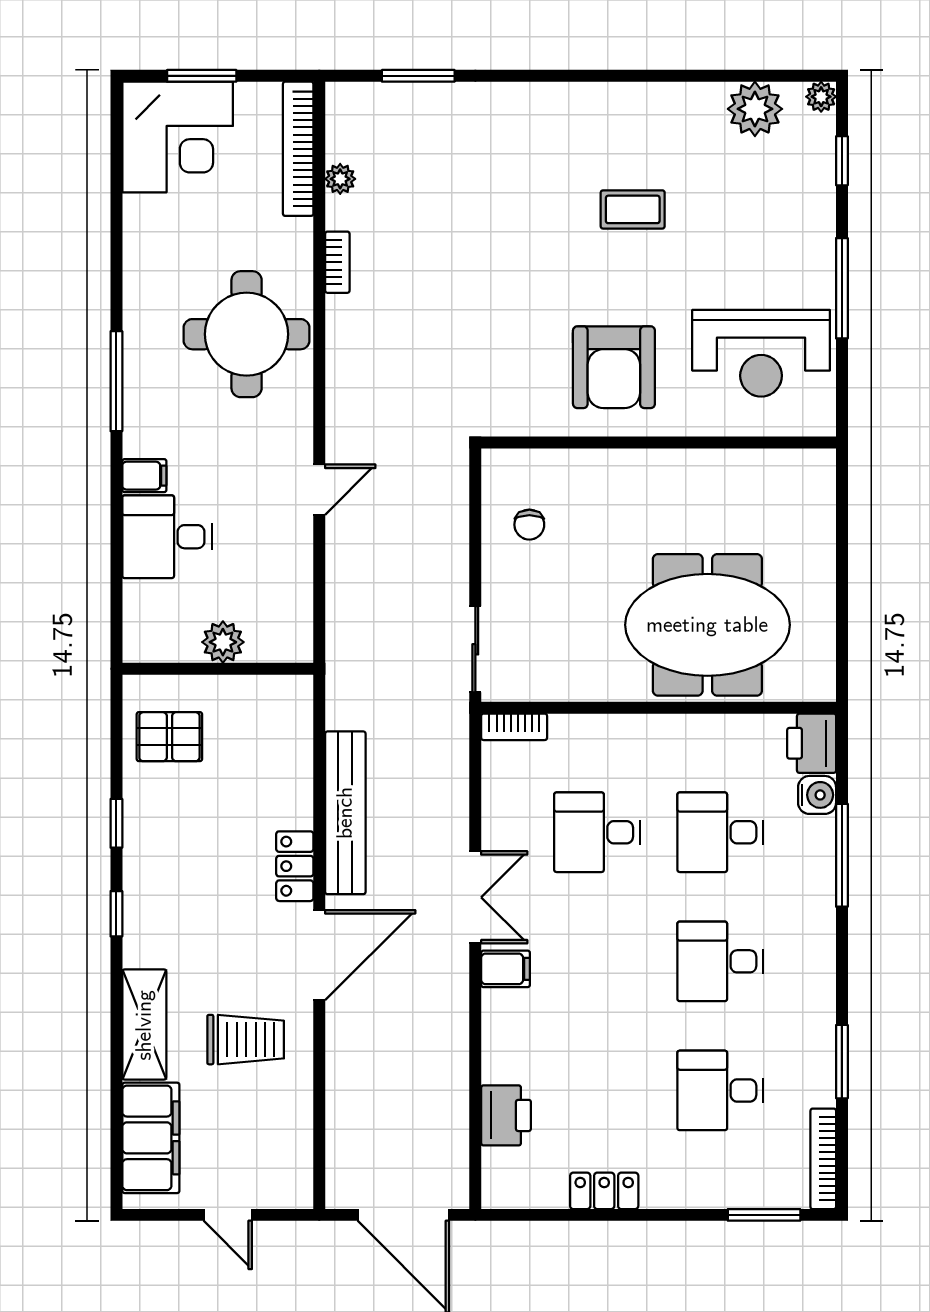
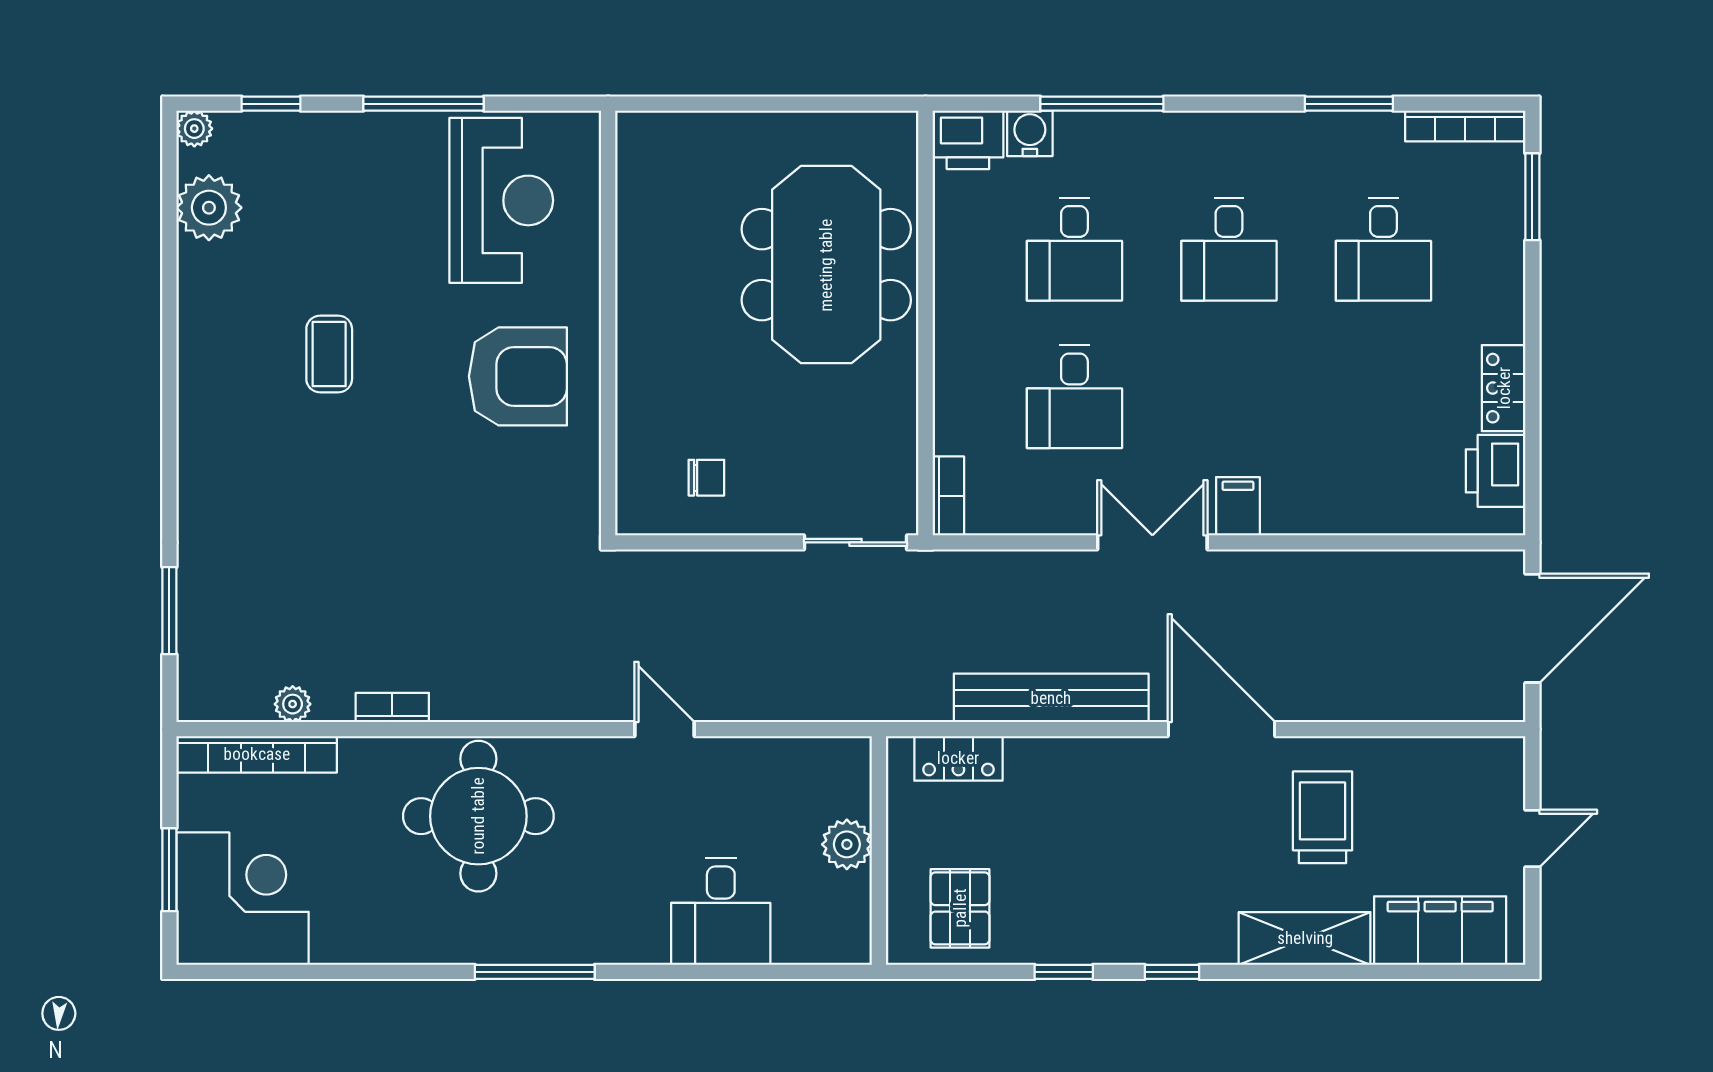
filing cabinet: (144, 476) -> (648, 938), removed
locker: (295, 866) -> (958, 758), moved
printer: (506, 1115) -> (1496, 471), moved, turned -90

